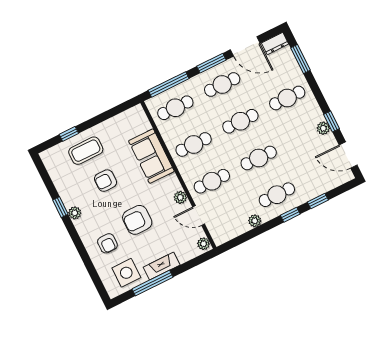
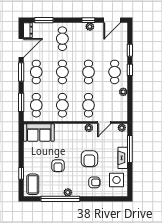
window: (169, 84) -> (21, 102), width x0.69
coffee table: (86, 151) -> (33, 184), moved
sofa: (151, 156) -> (39, 133), moved
window: (60, 207) -> (60, 199), width x3.17
window: (153, 283) -> (130, 149), moved

